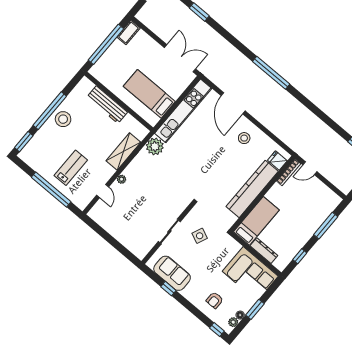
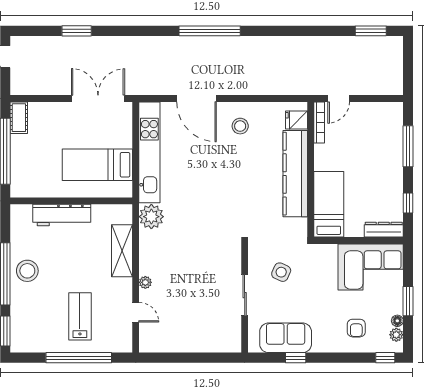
dresser: (264, 251) -> (384, 230), moved

